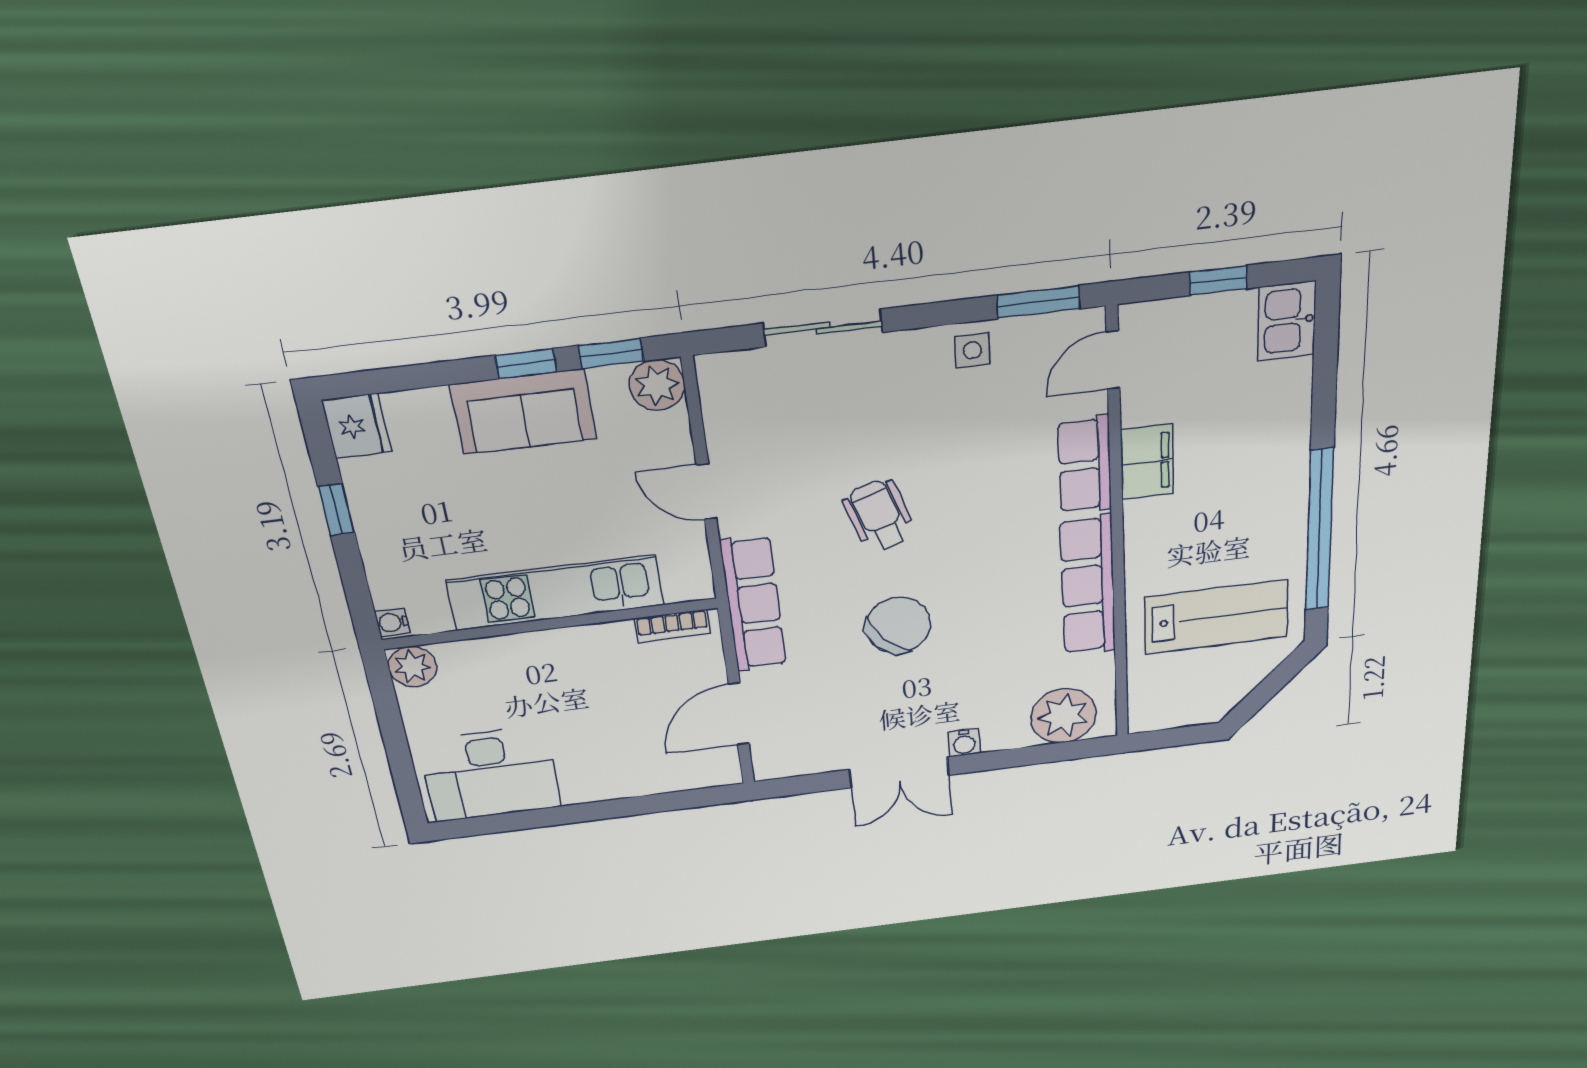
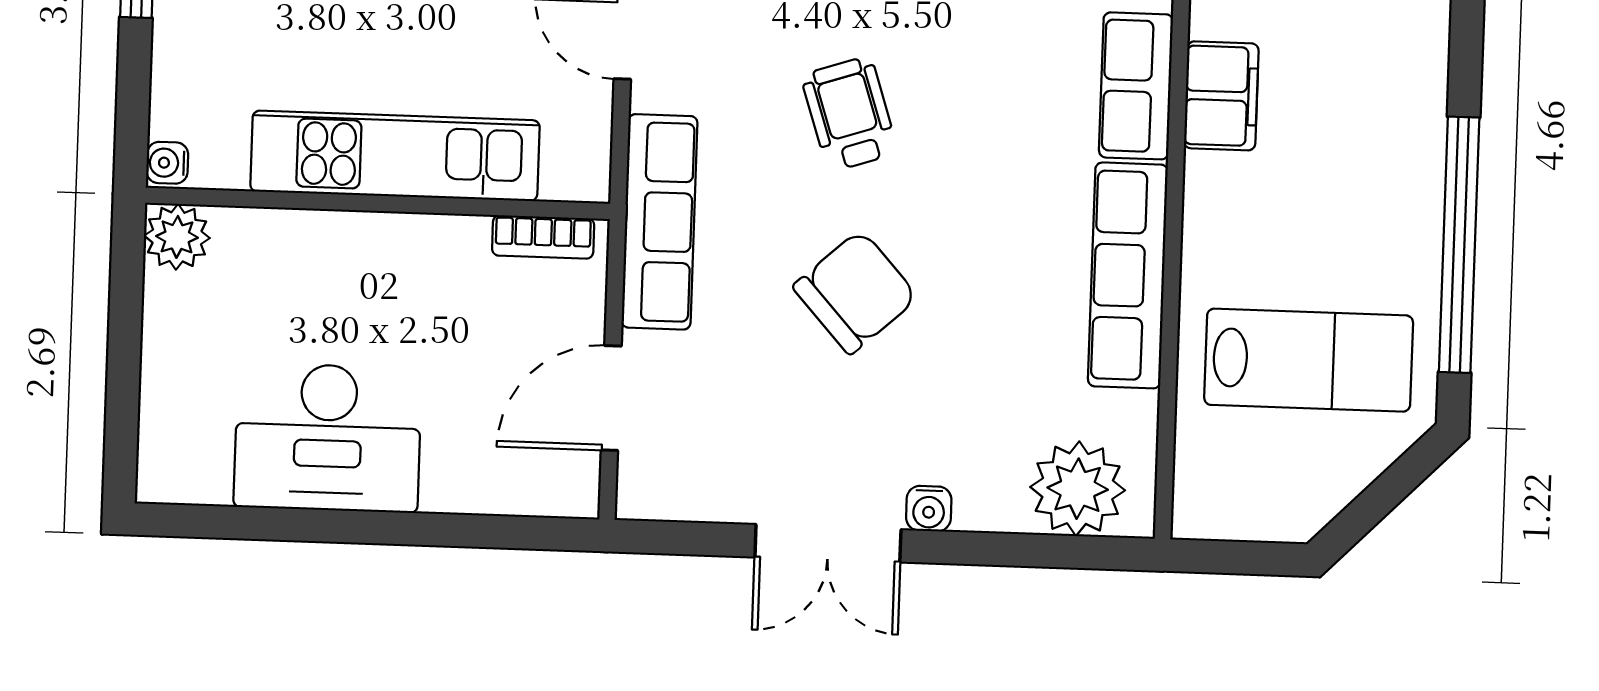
desk: (490, 774) -> (328, 438), moved

